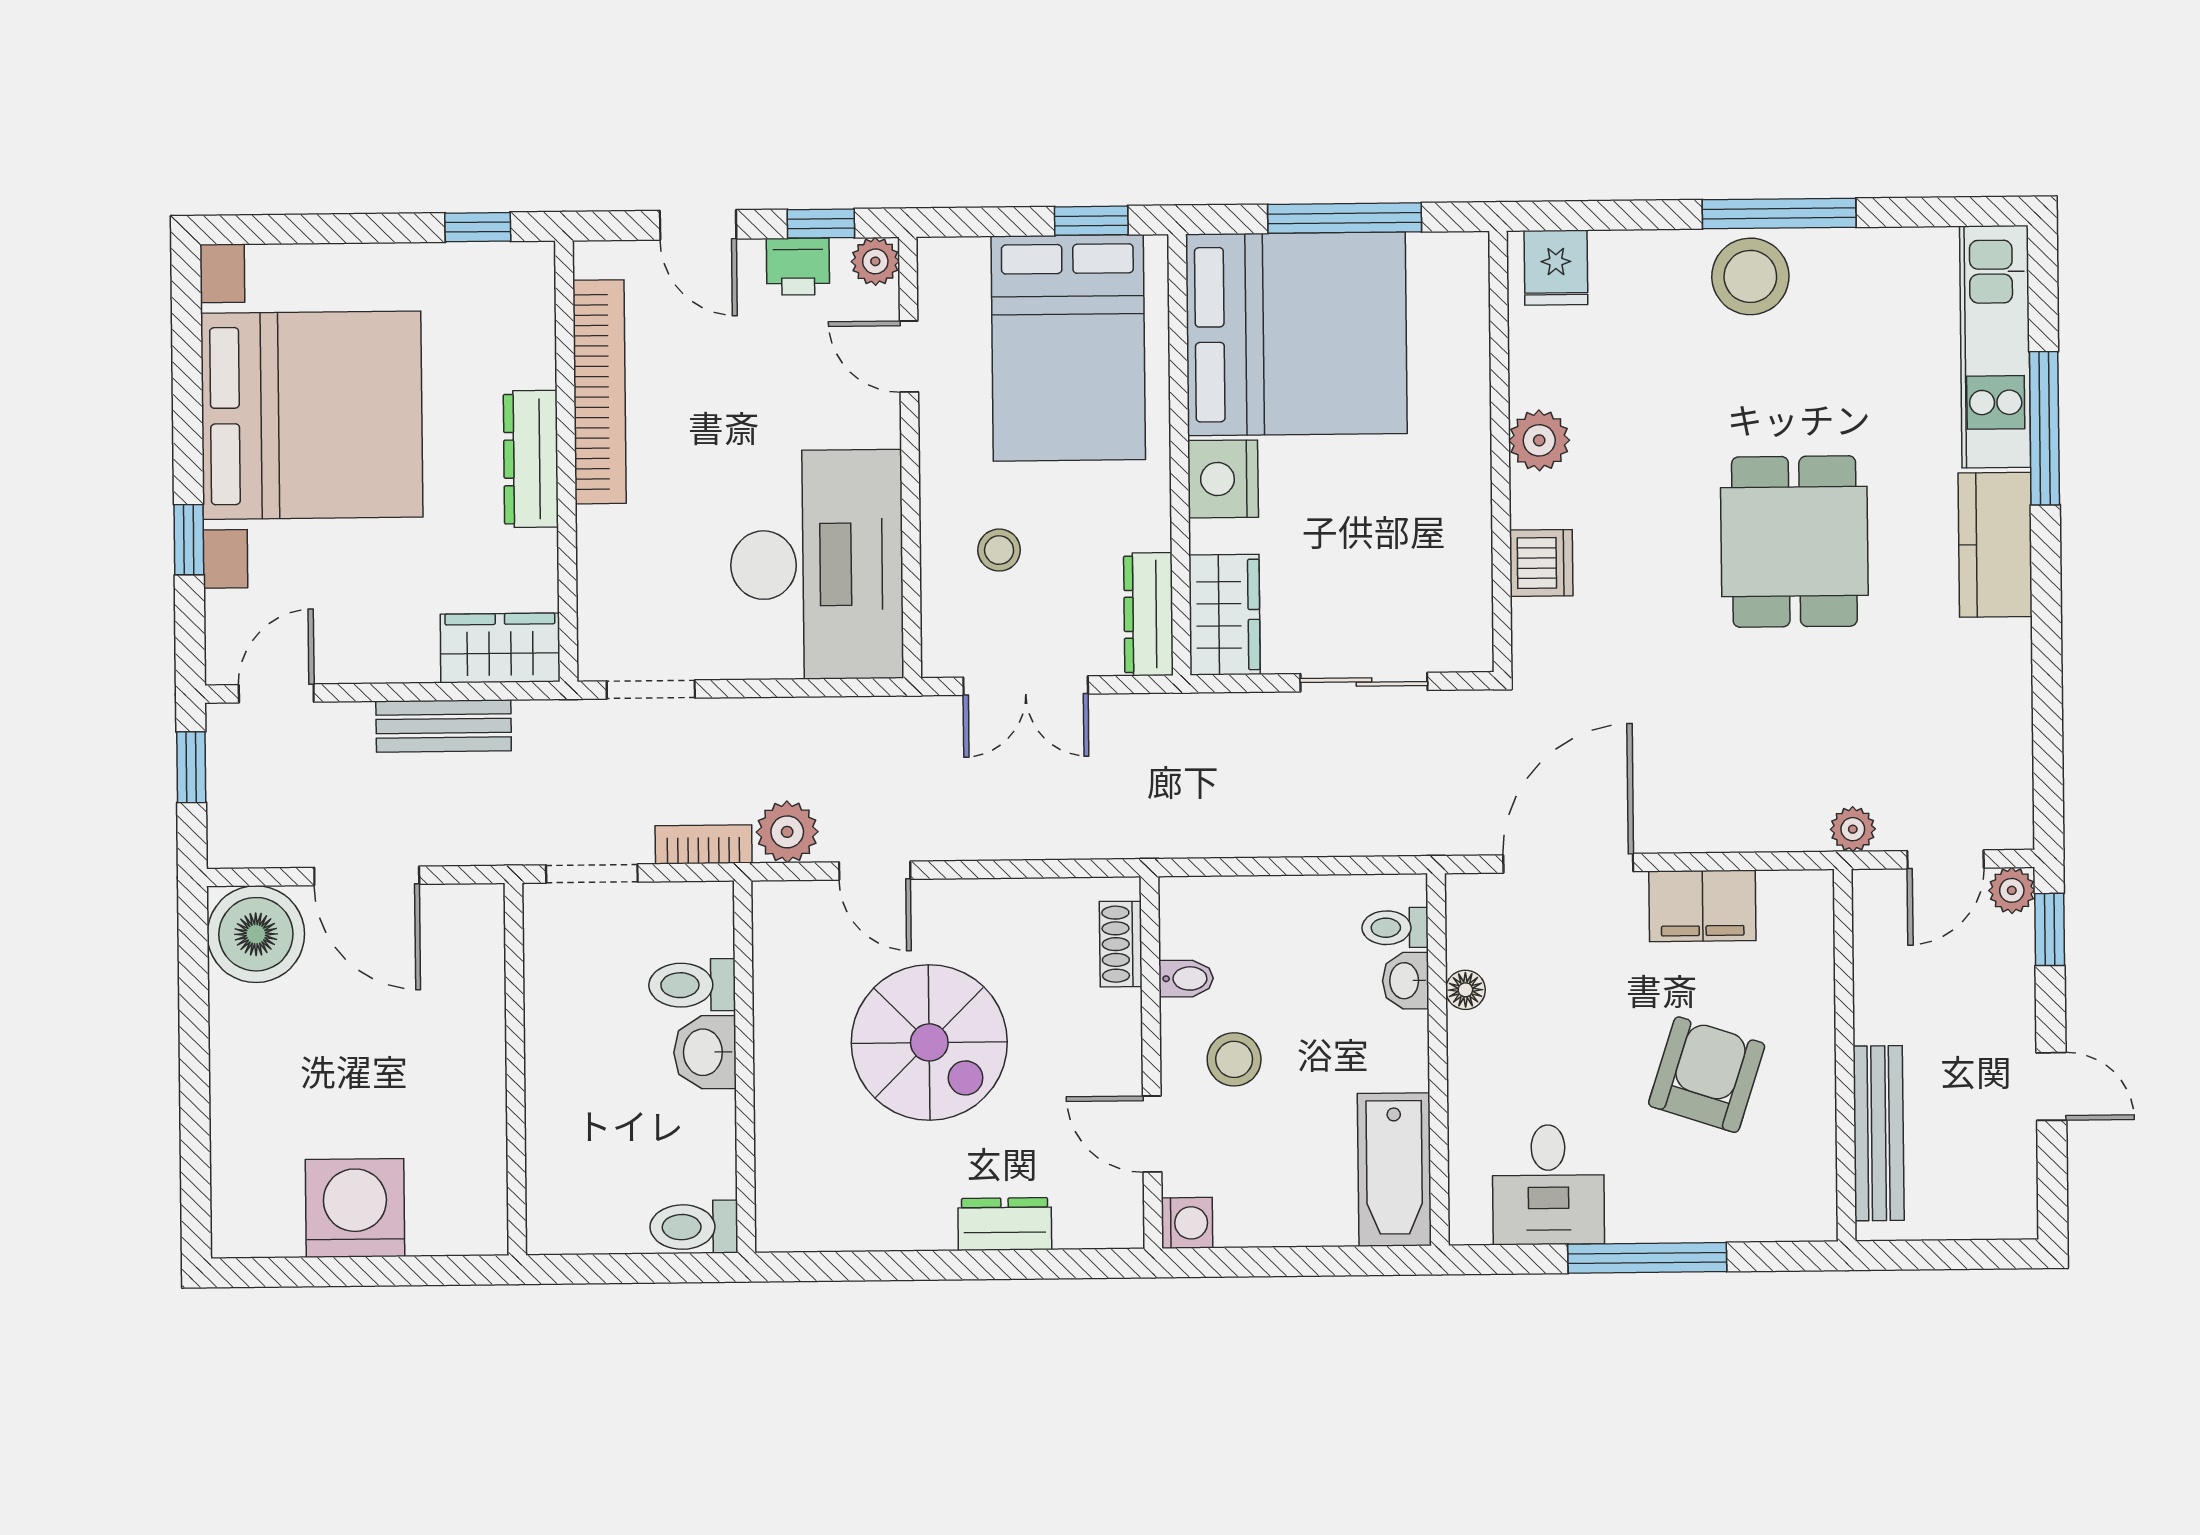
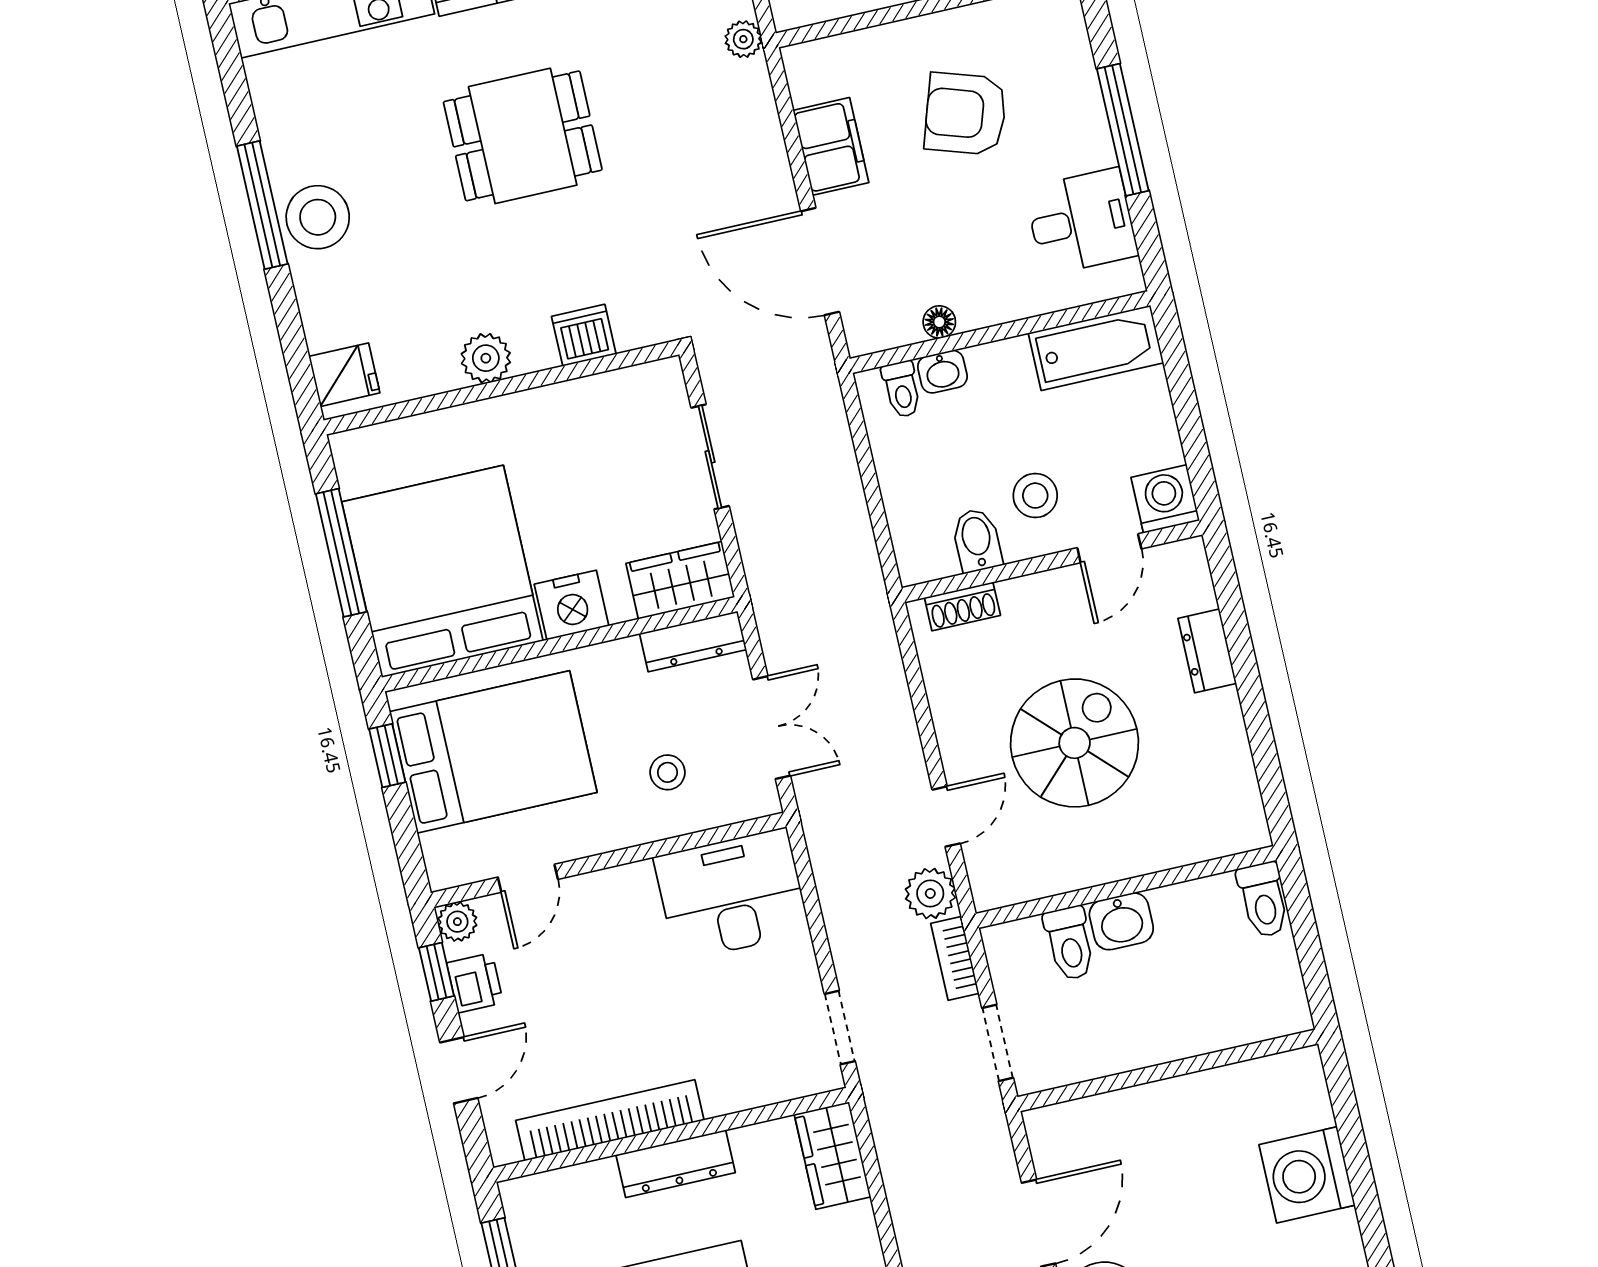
desk: (817, 565) -> (732, 895), width x0.73, depth x0.77
bench: (444, 726) -> (905, 1187), removed
bidet: (1186, 978) -> (977, 540), width x1.38, depth x1.36
washing machine: (1187, 1223) -> (1165, 499), width x1.38, depth x1.38

